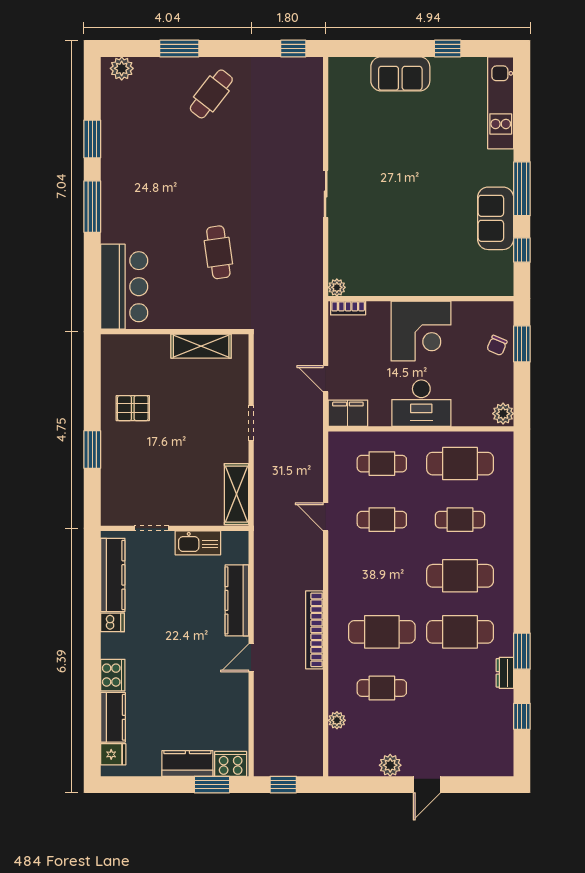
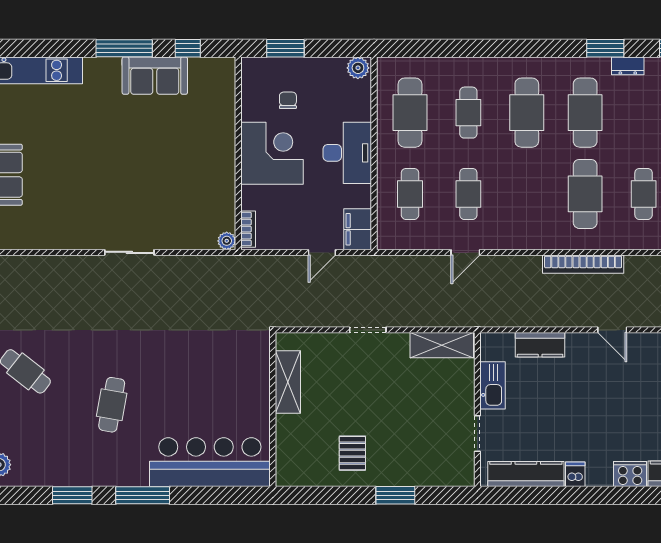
cafe table: (218, 252) -> (112, 405), moved, turned -72
bar counter: (124, 287) -> (210, 462), width x1.36
chair: (497, 345) -> (288, 100), moved, turned -113
kitchen counter: (237, 600) -> (540, 345), width x0.67

